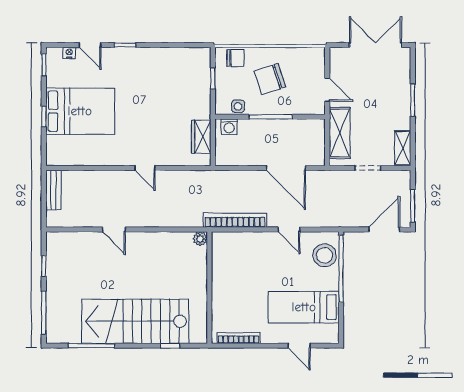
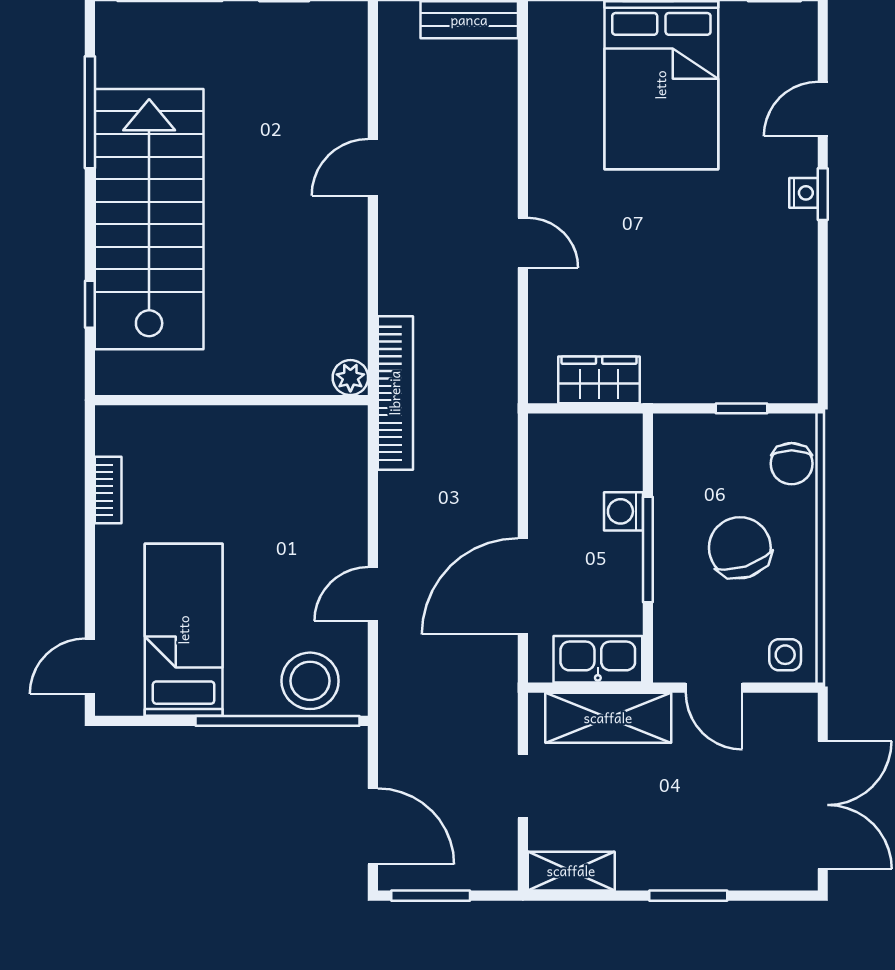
nightstand: (69, 53) -> (804, 193), moved
door: (327, 90) -> (714, 688), hinge flipped
side table: (238, 106) -> (785, 655), moved
washing machine: (229, 127) -> (624, 511), moved
kitchen sink: (316, 137) -> (598, 659), added
door: (145, 168) -> (523, 243), swing flipped
bookcase: (235, 220) -> (395, 393), moved
bookcase: (239, 338) -> (108, 490), width x0.64
door: (299, 346) -> (90, 666), moved

